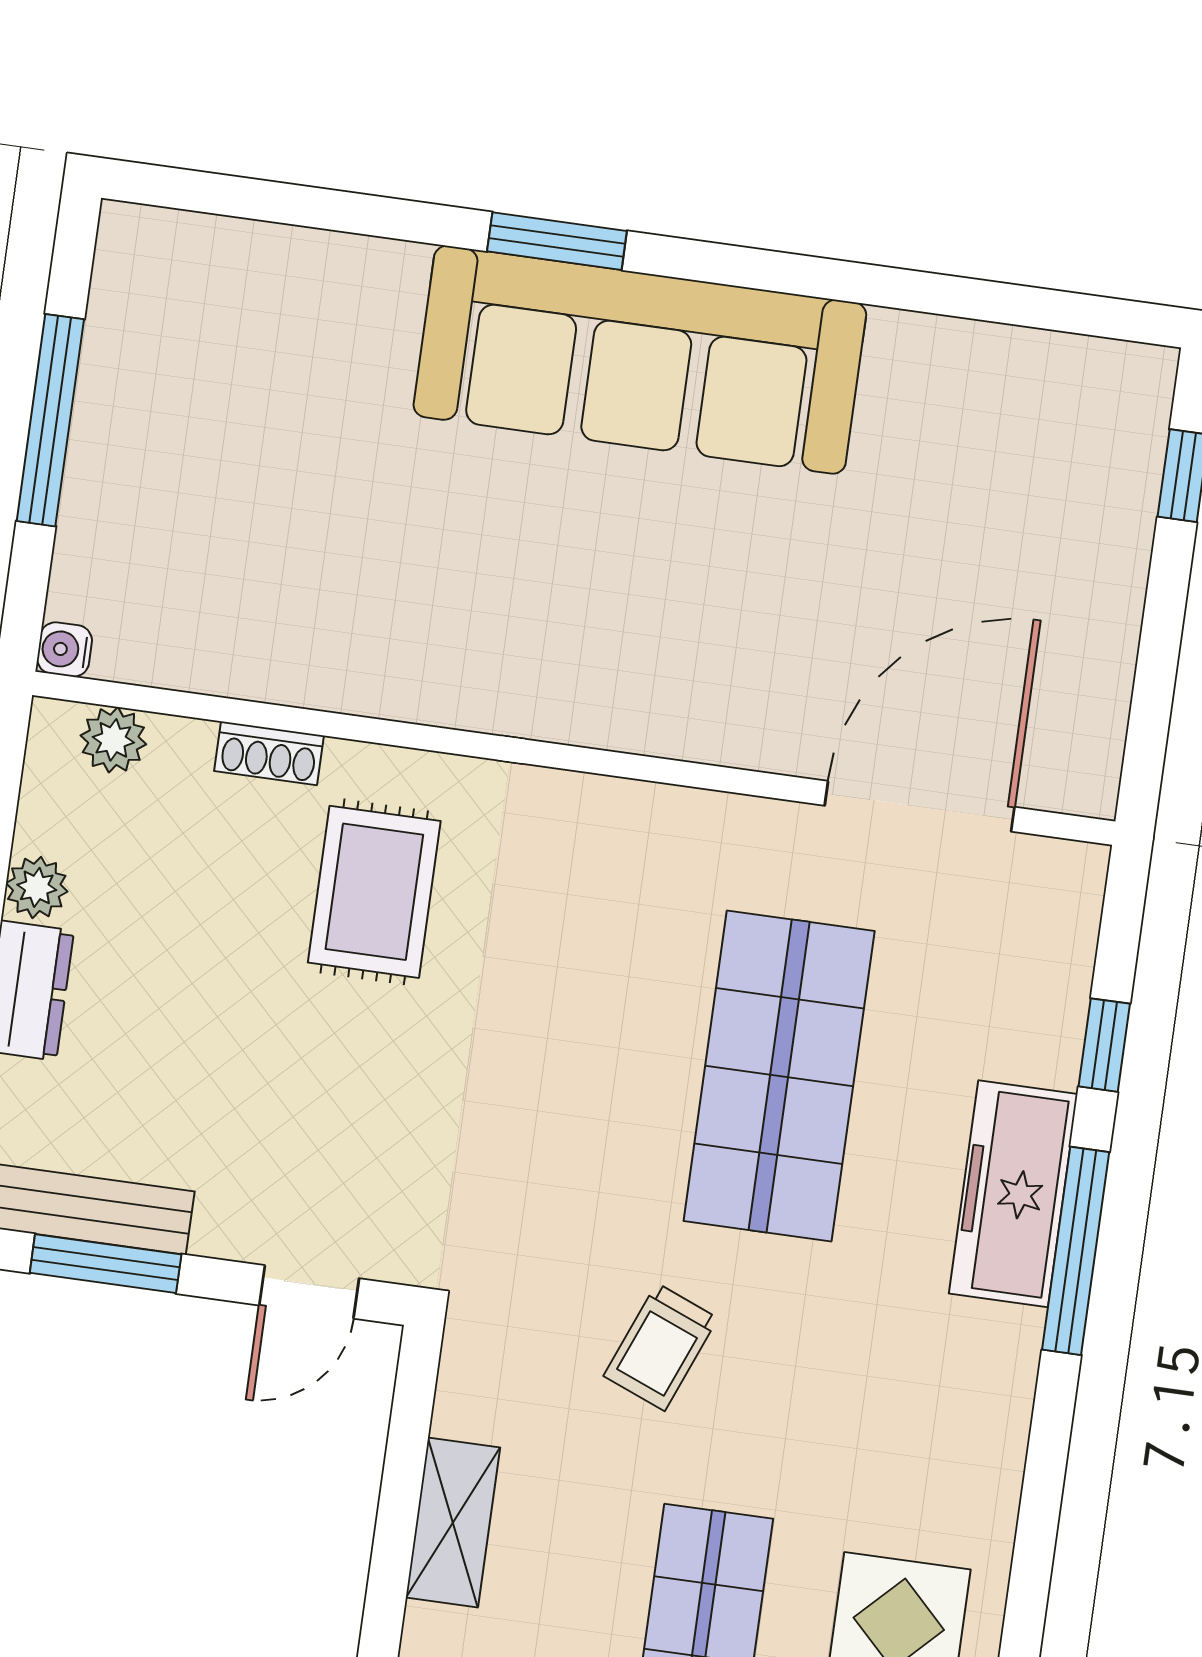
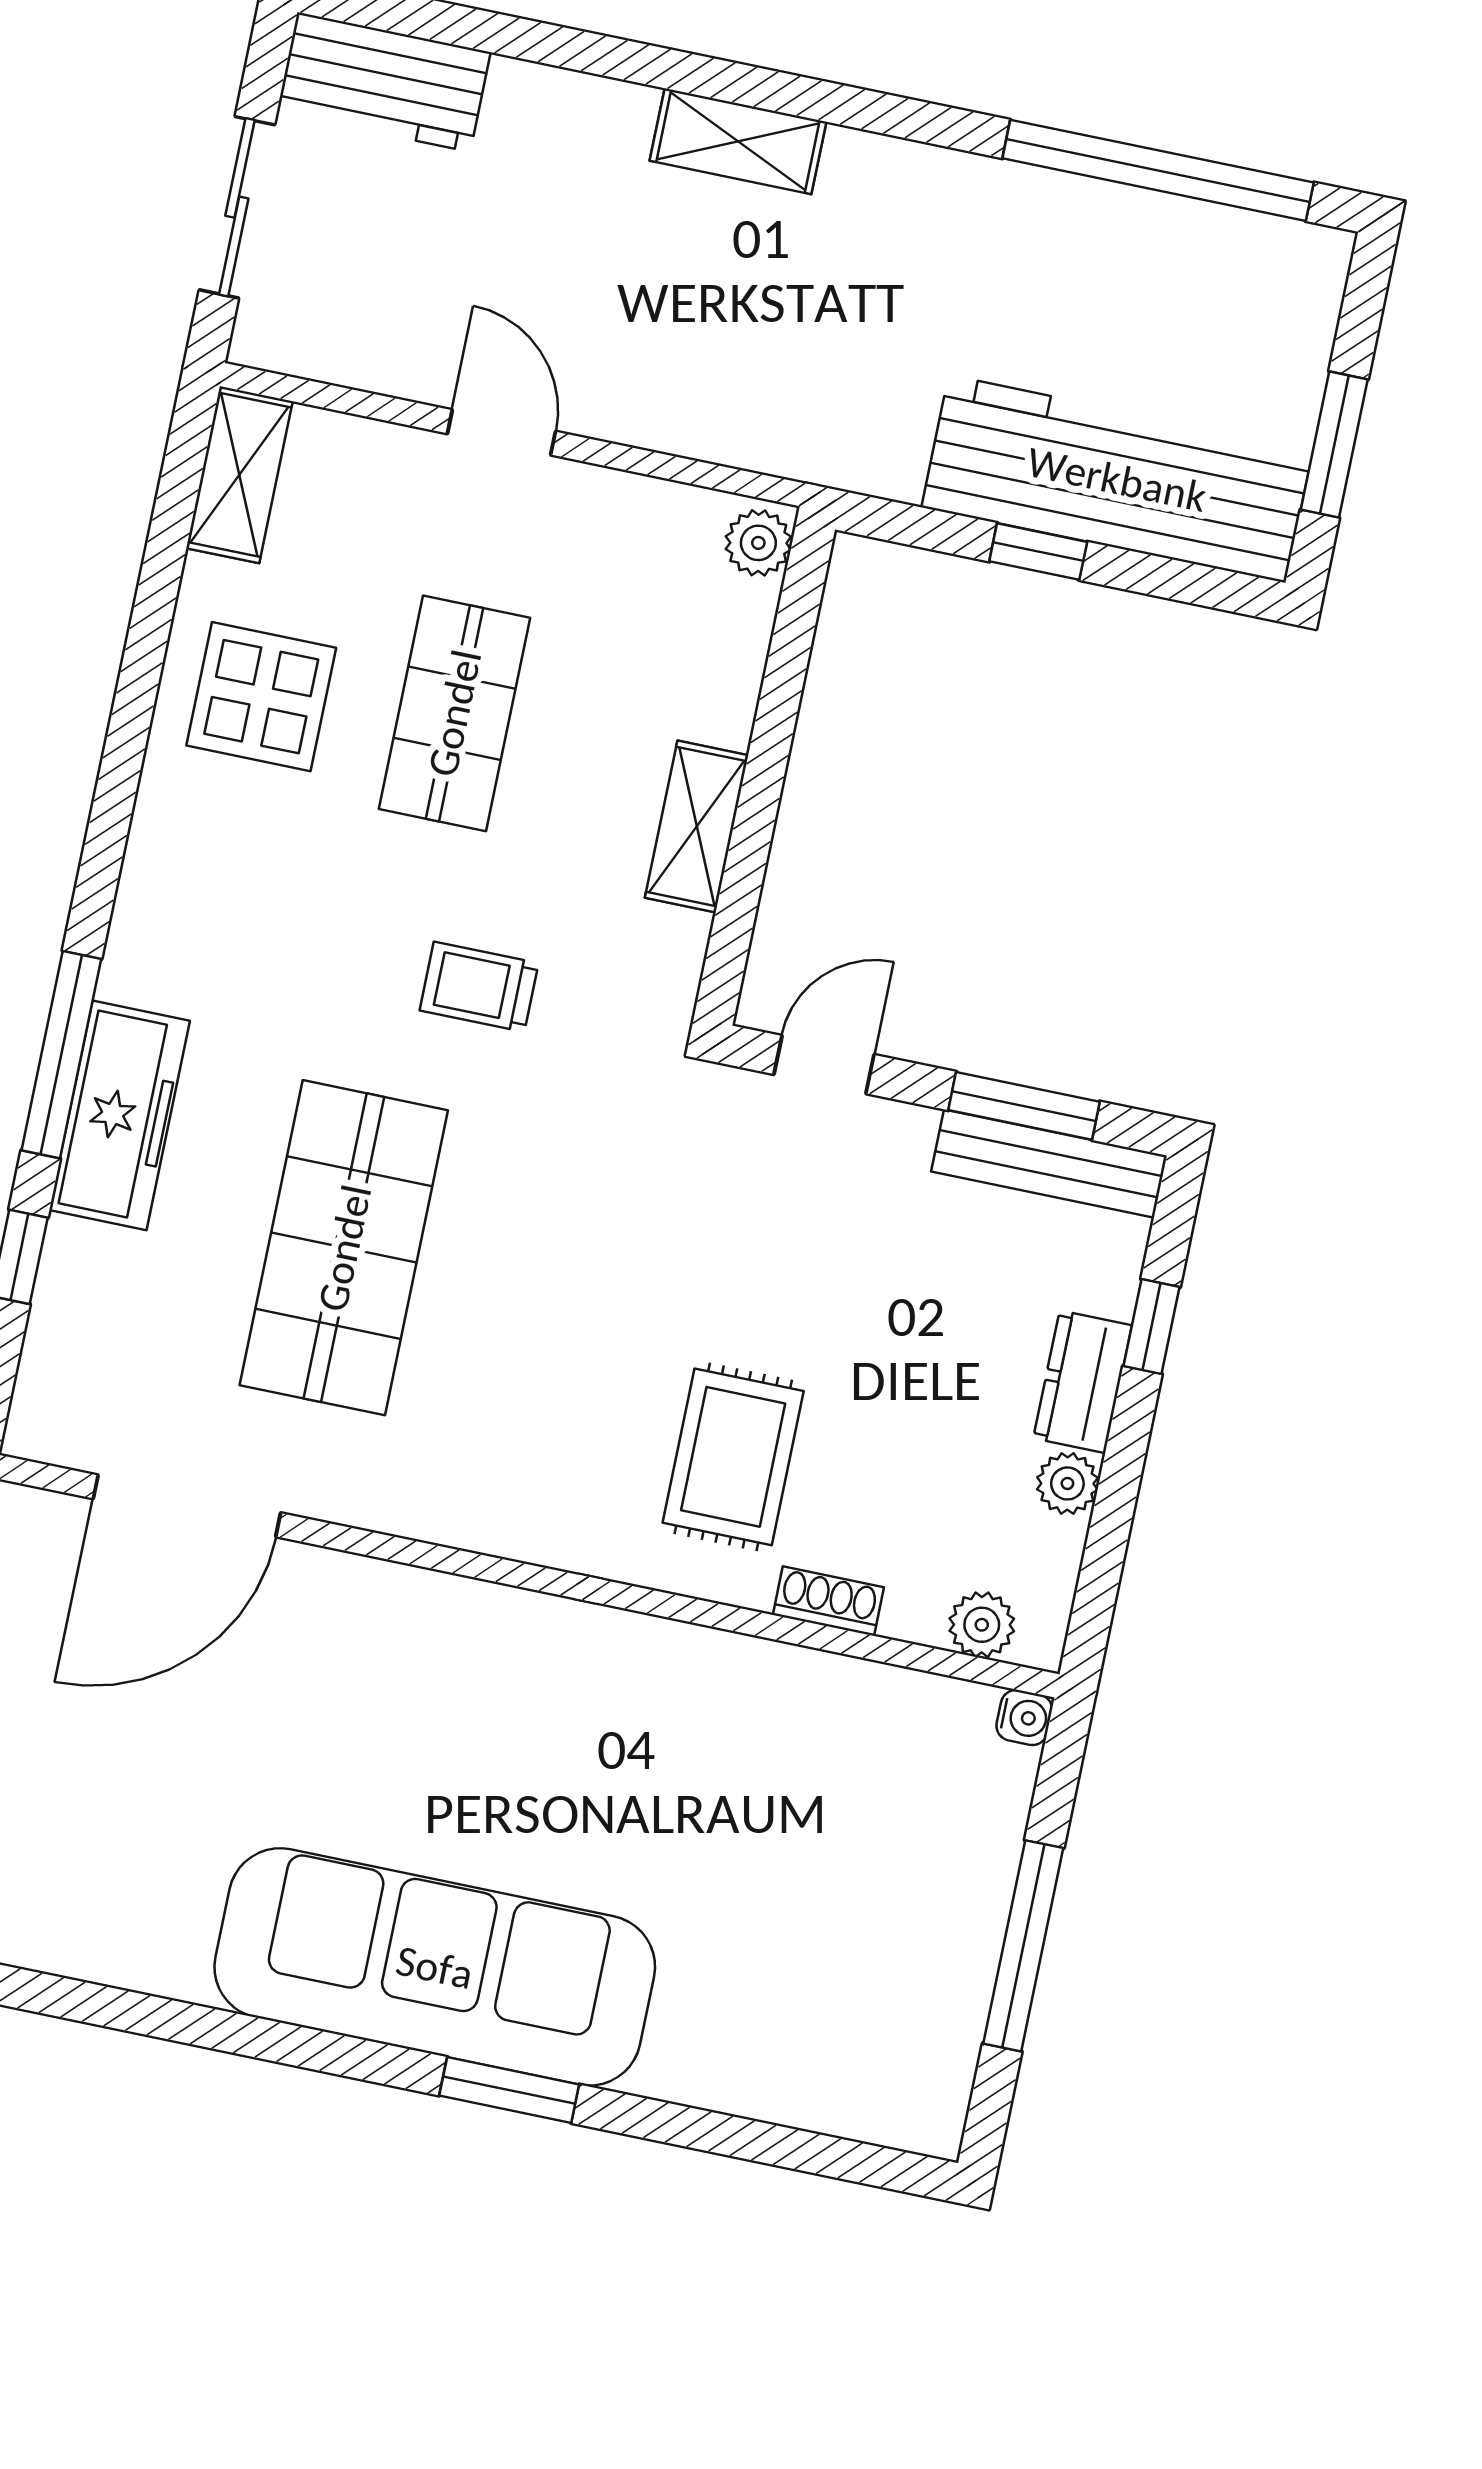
trolley: (661, 1347) -> (479, 987), turned -112

